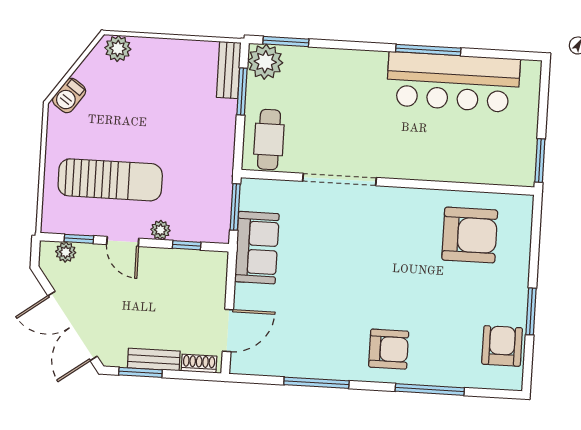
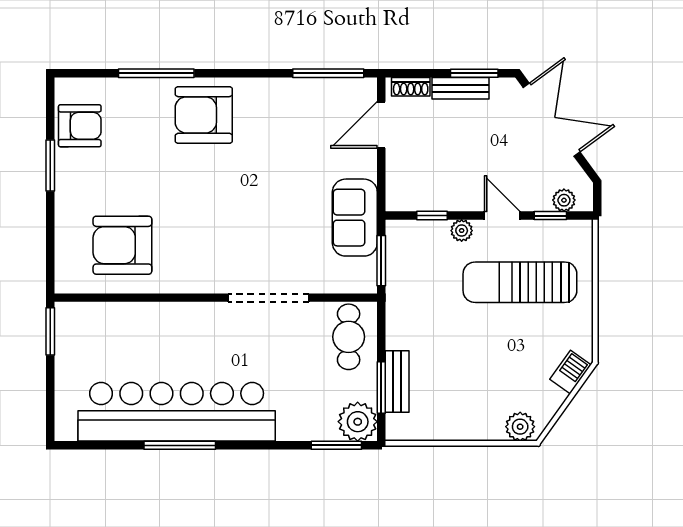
bench: (229, 70) -> (397, 381), moved
bar counter: (453, 82) -> (177, 412), width x1.36
armchair: (502, 346) -> (80, 126), turned -90
armchair: (389, 349) -> (204, 115), width x1.36, depth x1.36
window: (316, 383) -> (328, 73), moved

